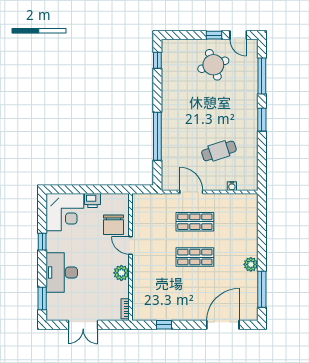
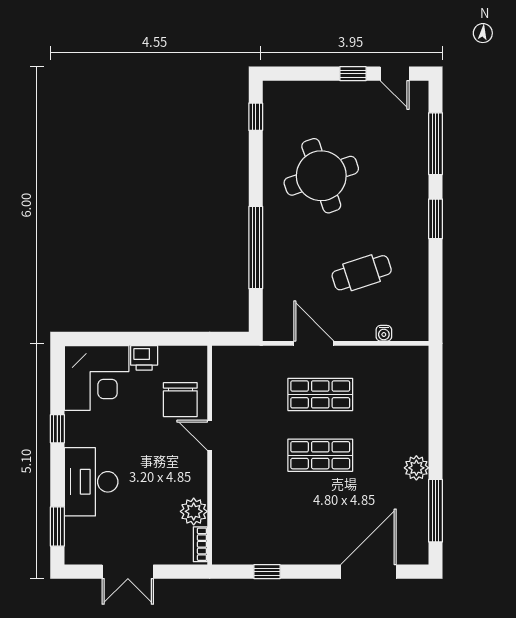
round table: (213, 65) -> (321, 176), moved, width x1.36, depth x1.36
plant: (121, 273) -> (194, 511), moved

